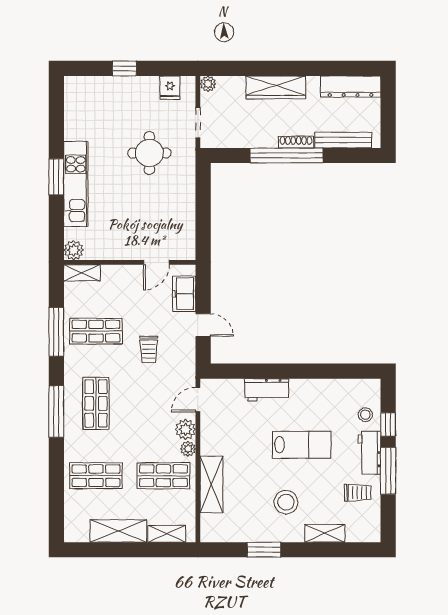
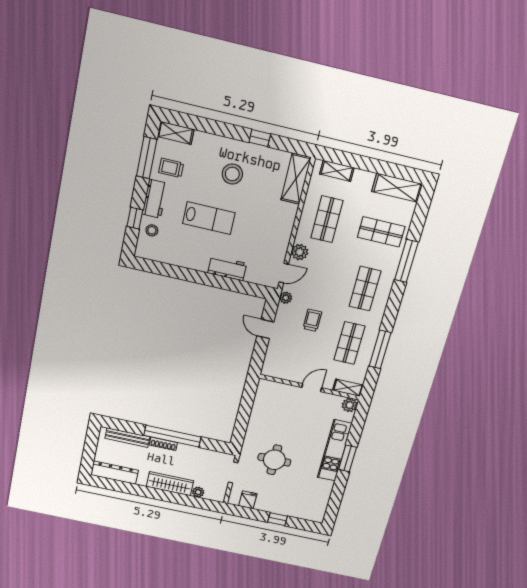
plant: (208, 84) -> (198, 492), moved
door: (156, 262) -> (312, 388), moved
freezer: (184, 294) -> (274, 355), removed
shop shelf: (96, 331) -> (349, 343), turned 90
window: (56, 412) -> (406, 261), moved
lab bench: (302, 445) -> (209, 218), turned 180
plant: (188, 449) -> (286, 298), moved
window: (388, 471) -> (147, 158), moved
shop shelf: (163, 476) -> (327, 219), turned 90
shelving: (211, 484) -> (296, 179), moved
shelving: (118, 531) -> (397, 188), moved
shelving: (325, 533) -> (176, 133), moved
window: (264, 550) -> (260, 138), width x0.67

